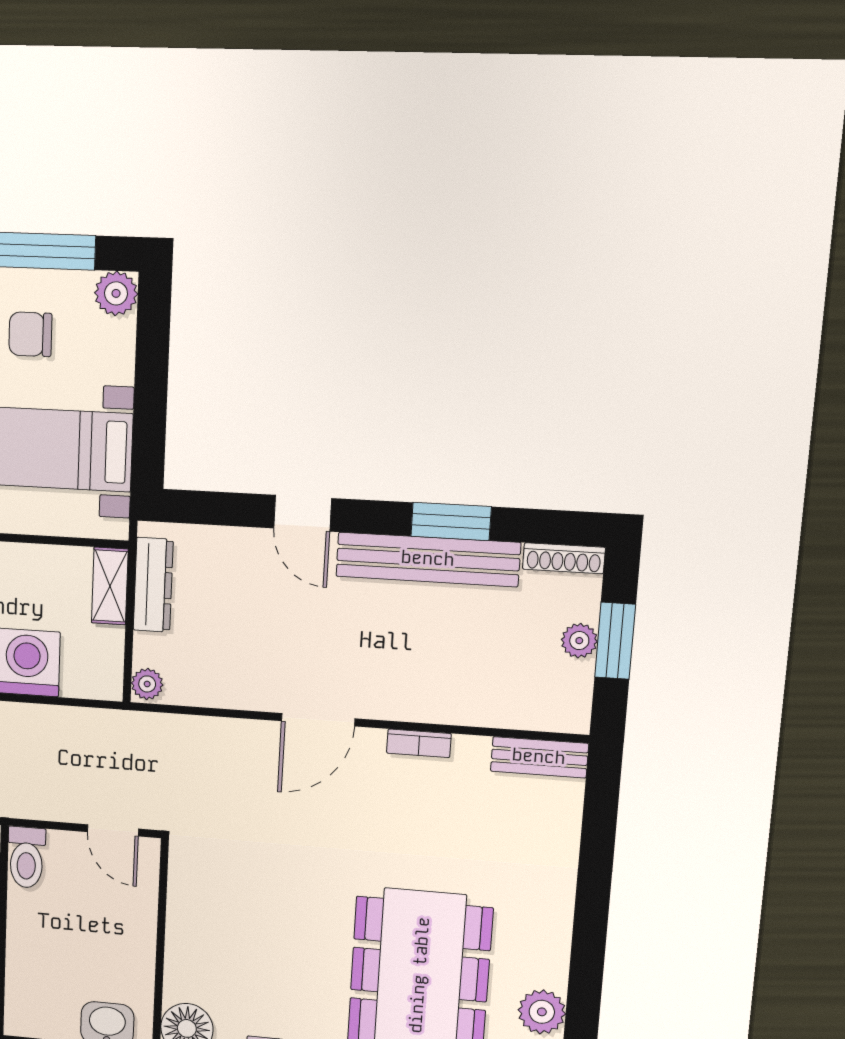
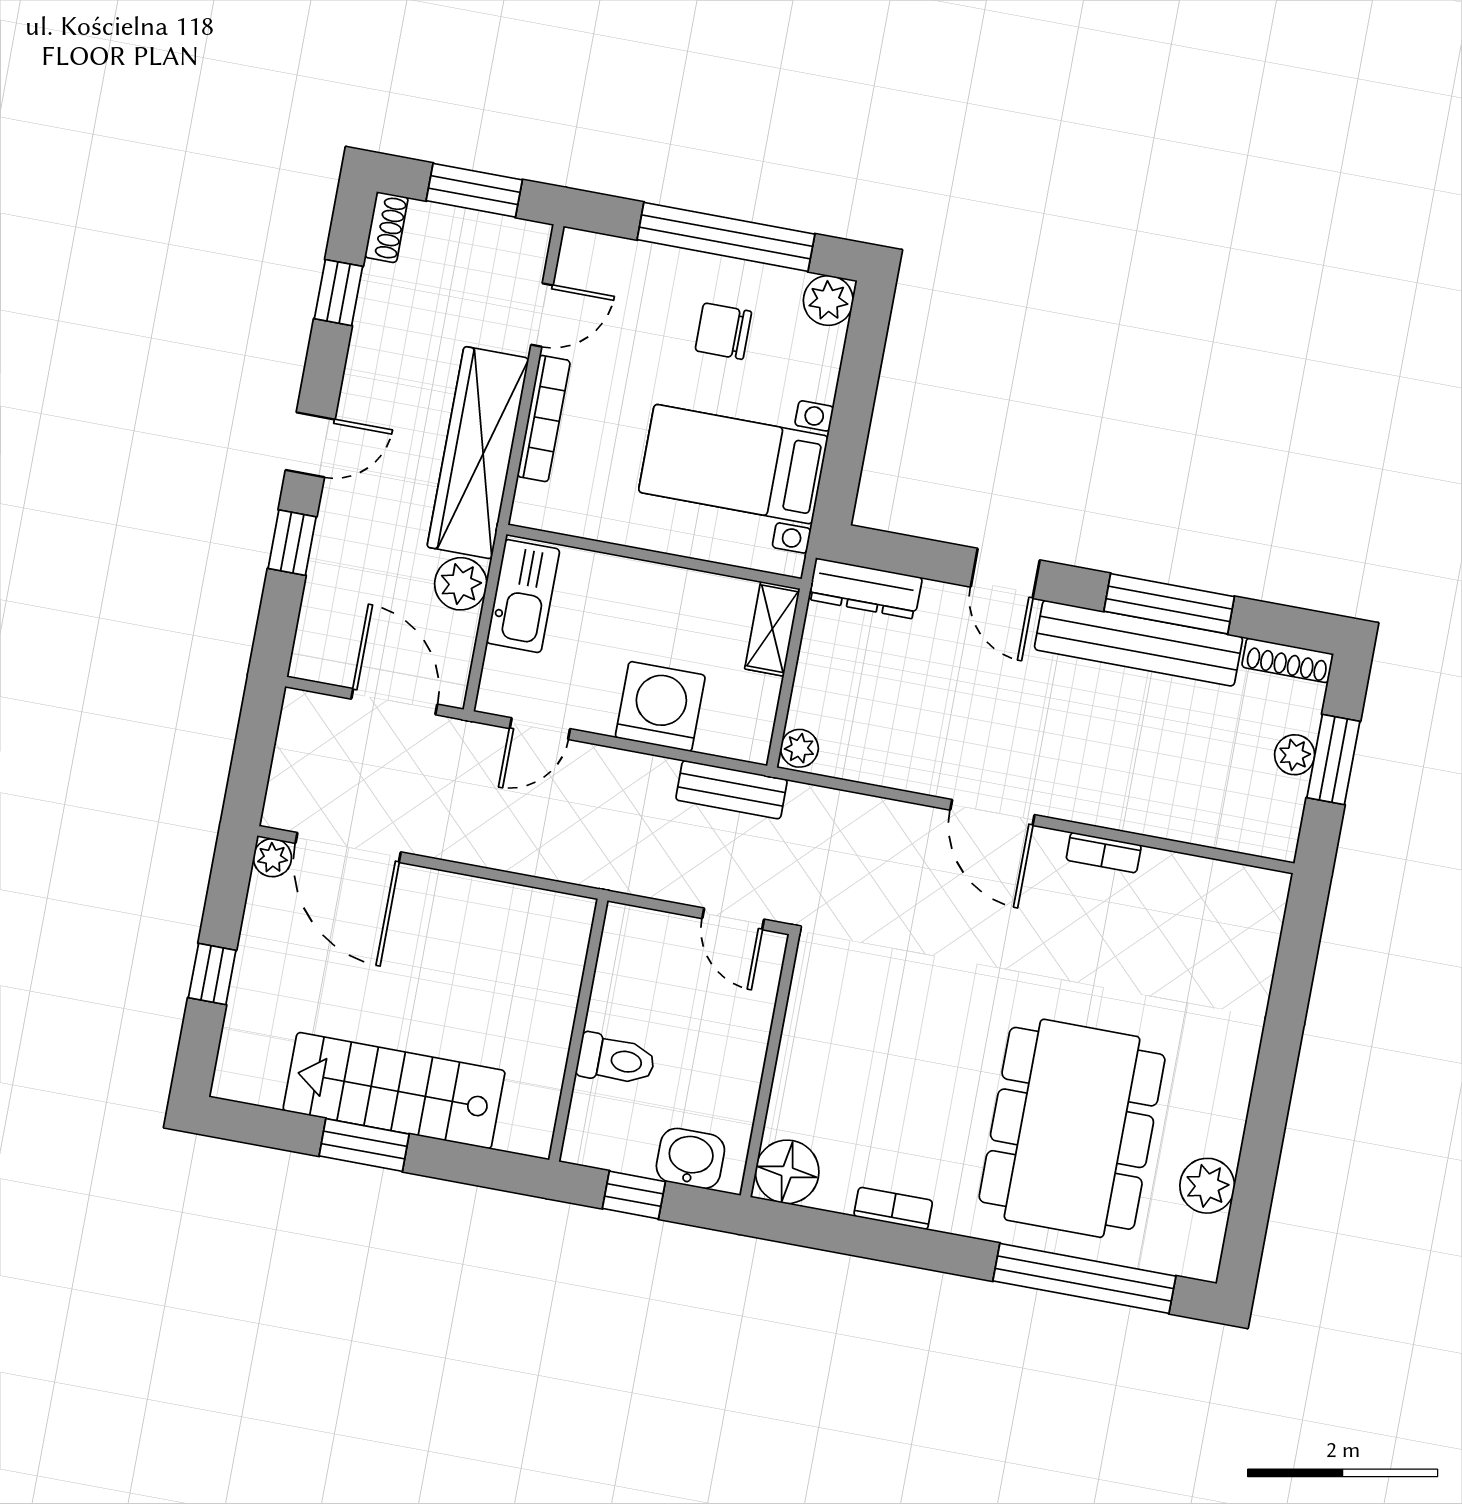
window: (451, 521) -> (1169, 604), width x1.44
dresser: (153, 585) -> (865, 588), moved, turned 90
door: (318, 720) -> (992, 812), hinge flipped
bench: (539, 757) -> (732, 790), moved
toilet: (26, 857) -> (616, 1060), moved, turned -90

